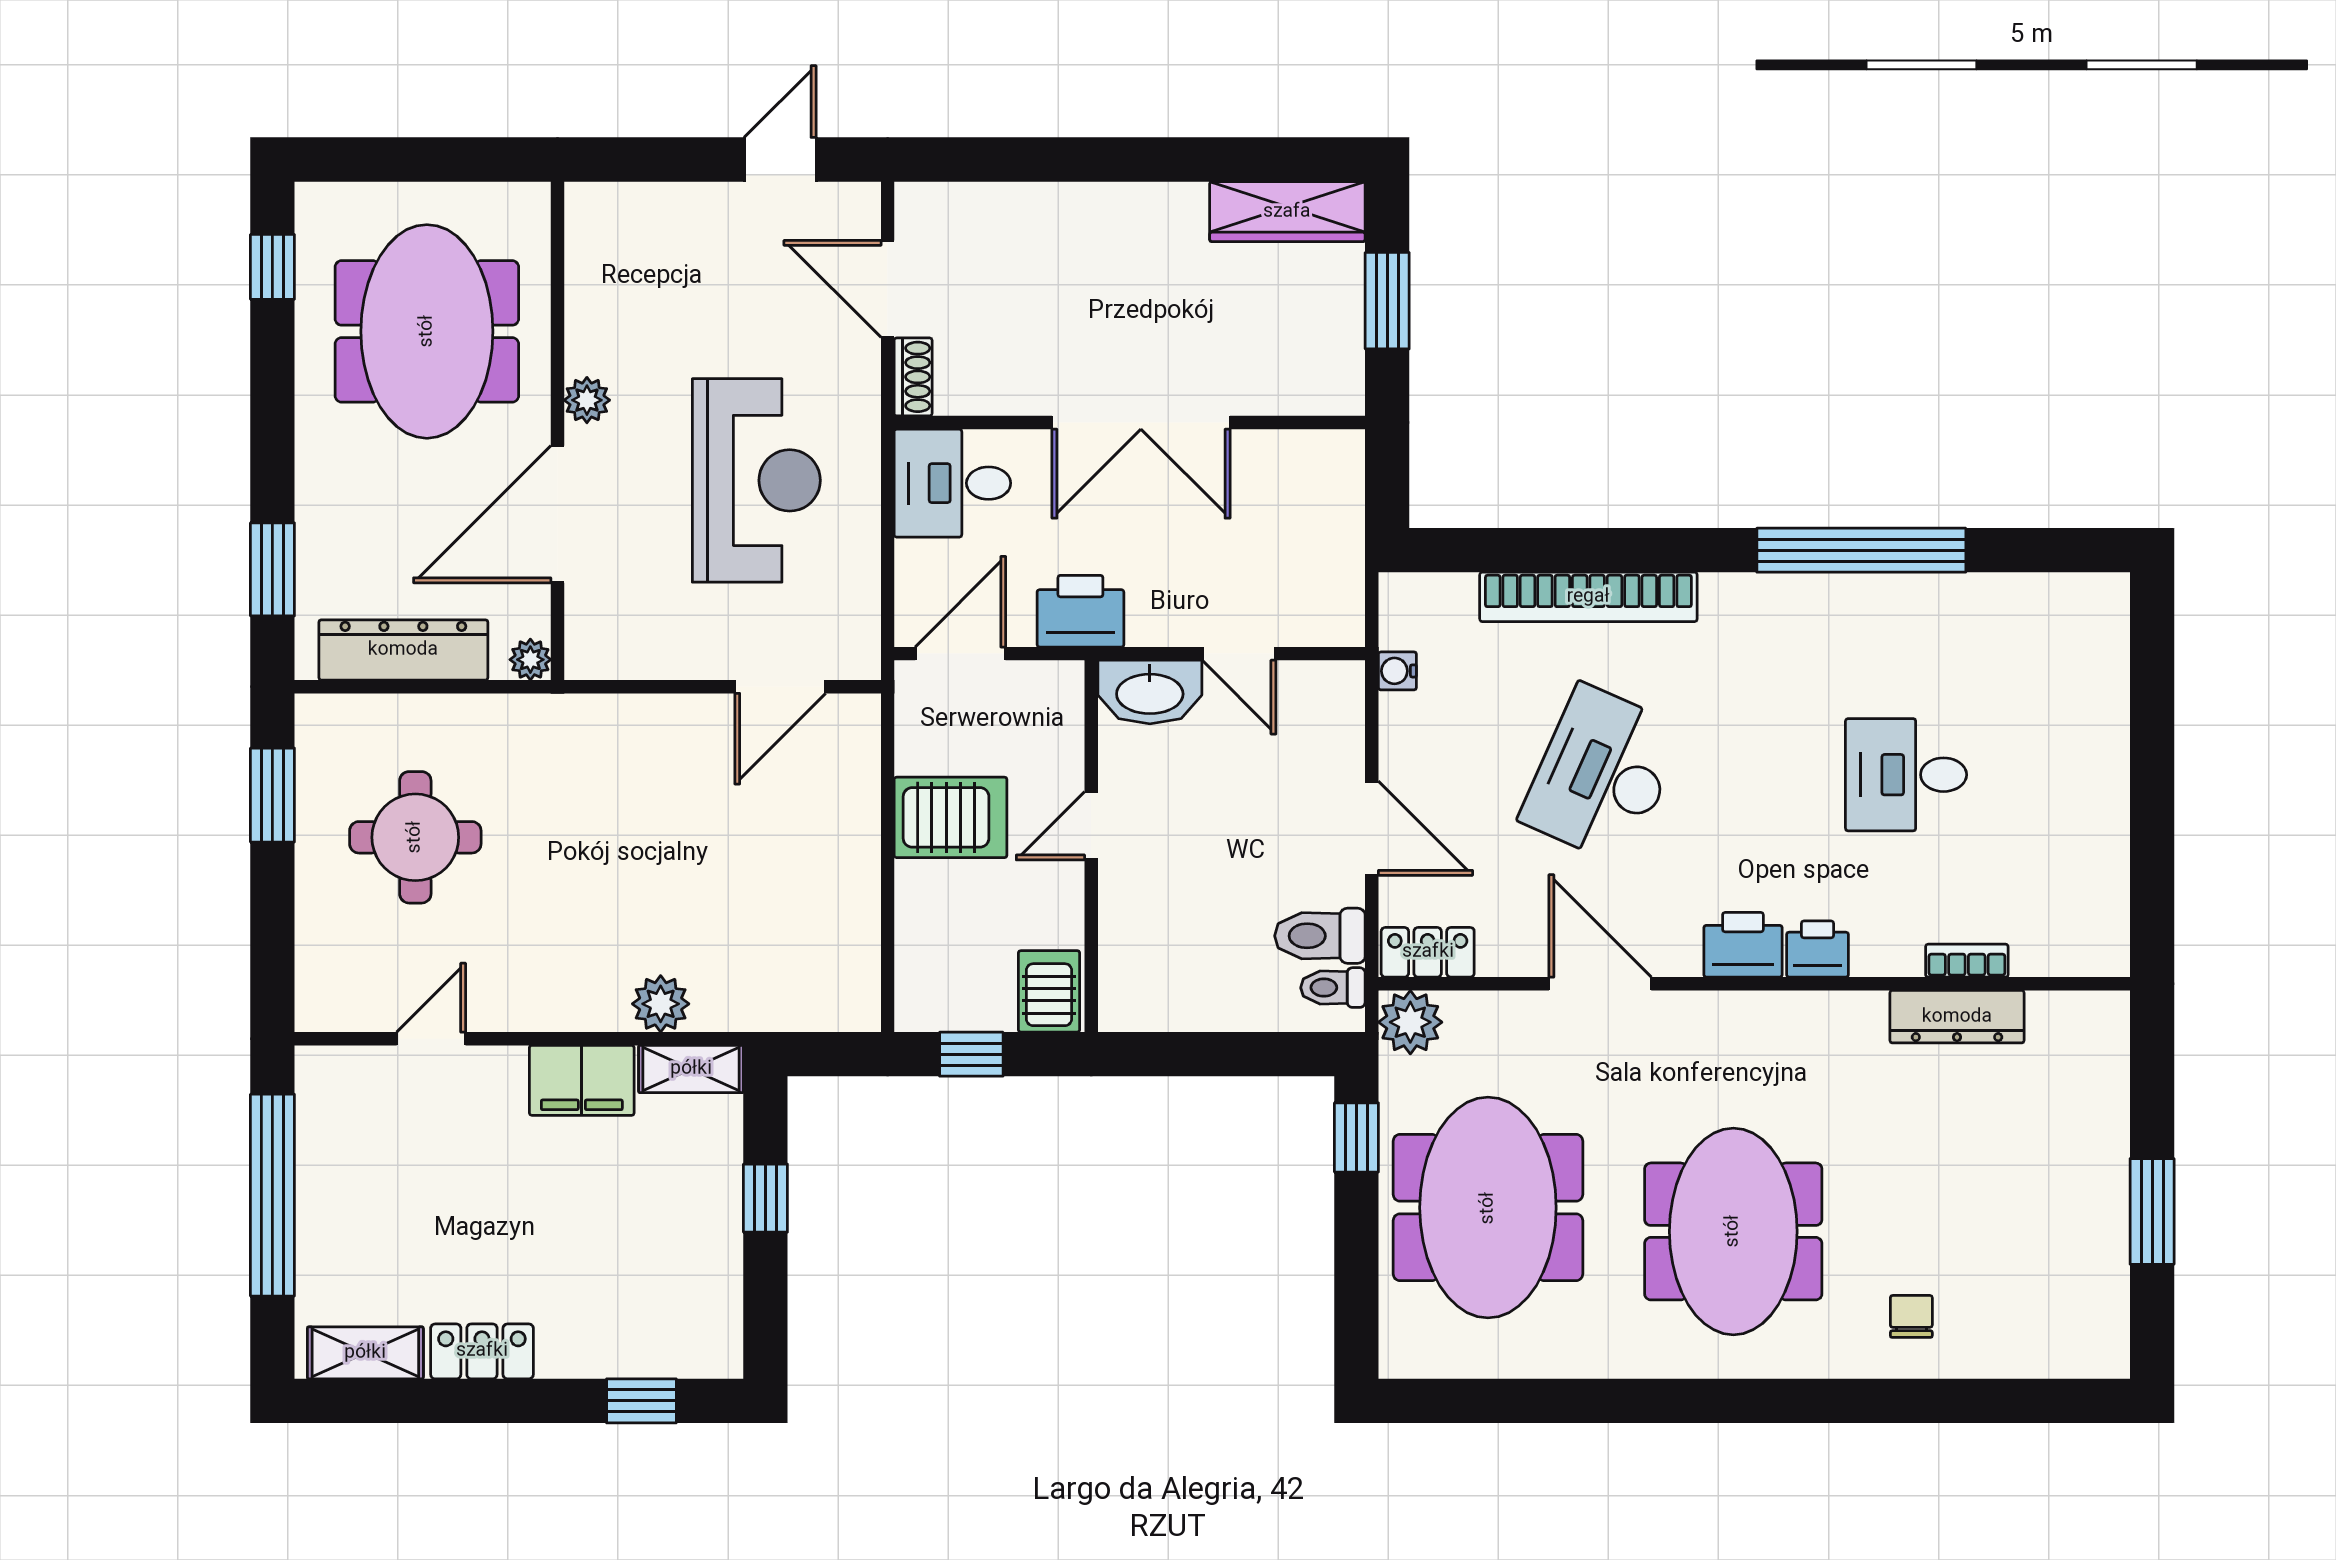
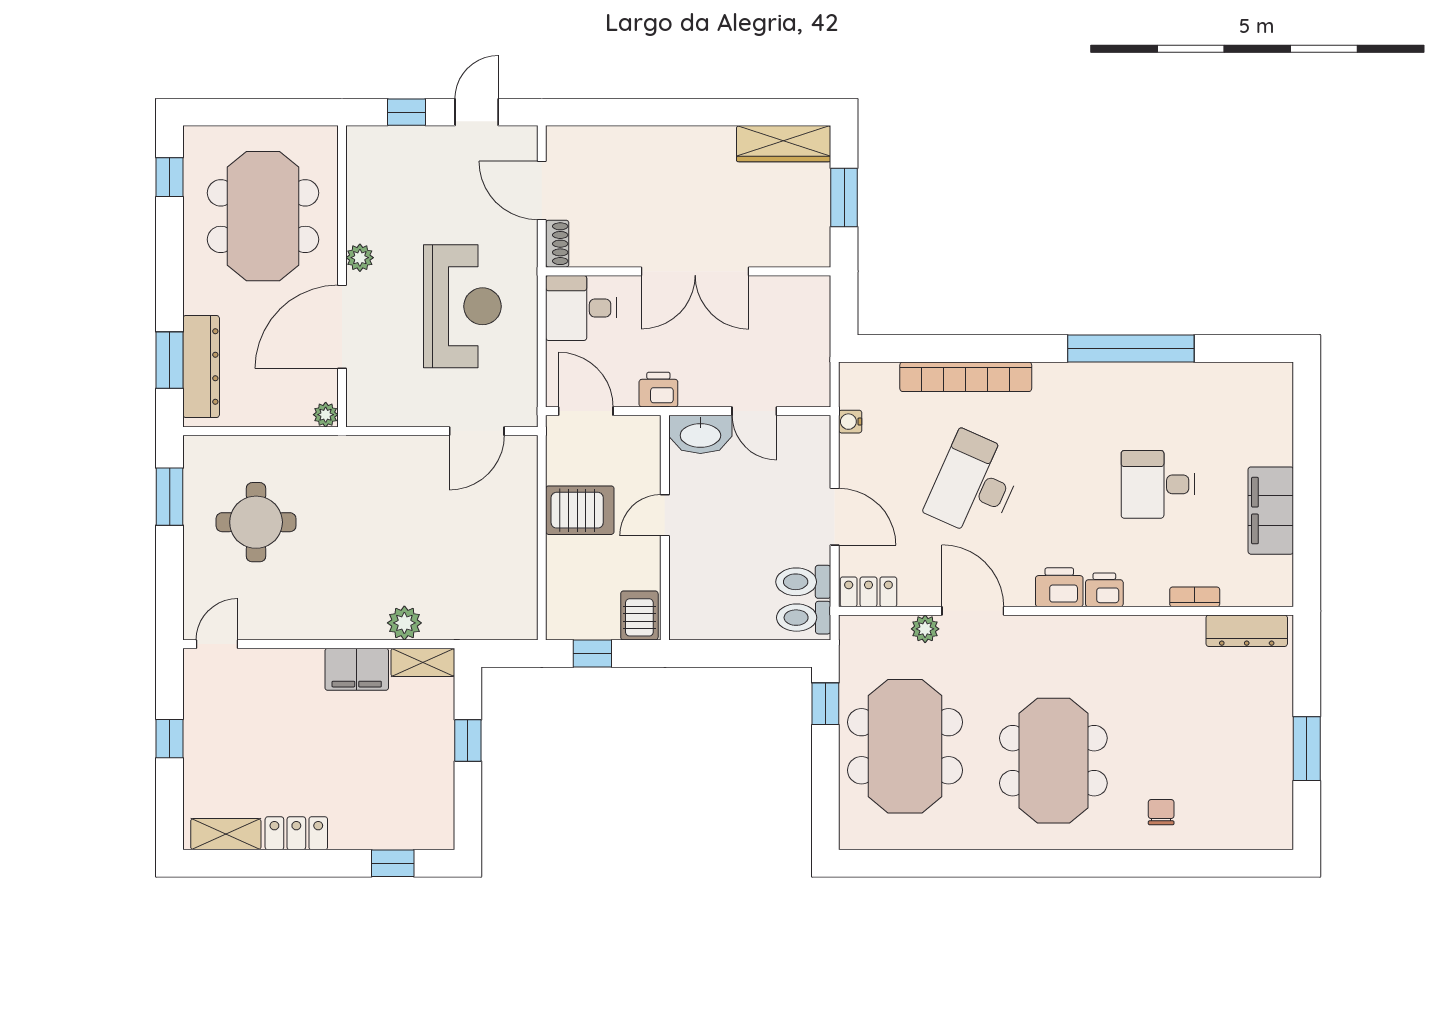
window: (664, 160) -> (406, 112), added
printer: (1080, 611) -> (658, 390), width x0.73, depth x0.81
dresser: (403, 650) -> (201, 366), moved, turned 90
door: (960, 654) -> (586, 411), hinge flipped
filing cabinet: (2093, 818) -> (1271, 511), added
toilet: (1333, 988) -> (804, 618), width x1.37, depth x1.39
dresser: (1957, 1017) -> (1247, 631), moved
plant: (1410, 1022) -> (925, 629), moved, width x0.73, depth x0.73
door: (431, 1039) -> (217, 644), moved
window: (272, 1195) -> (170, 739), width x0.32

